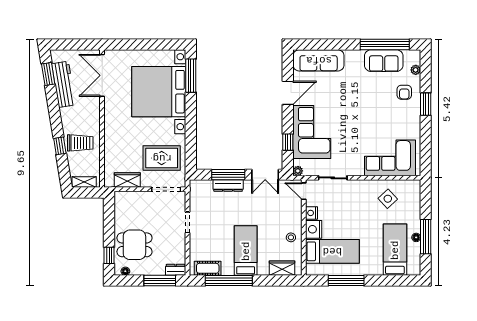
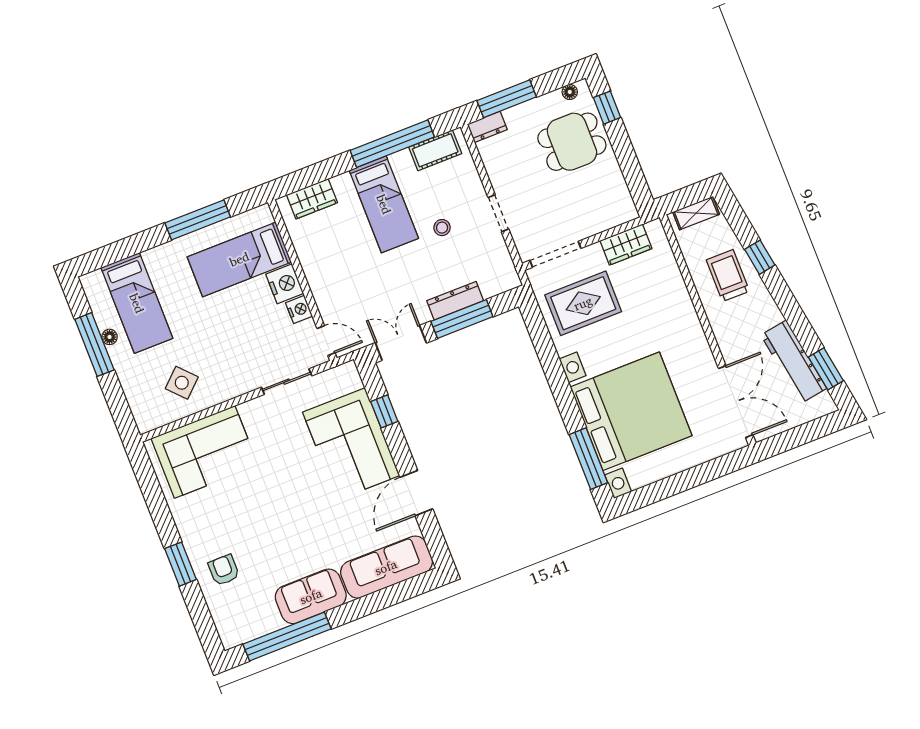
sofa: (384, 61) -> (311, 596), moved
plant: (416, 70) -> (219, 614), removed
trolley: (80, 143) -> (728, 276), turned 90
plant: (298, 171) -> (349, 370), removed
stool: (291, 237) -> (442, 228), moved

